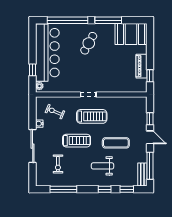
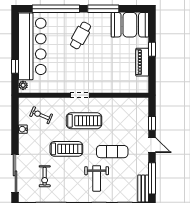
window: (150, 76) -> (152, 49), moved
sliding door: (33, 146) -> (15, 173), moved
weight bench: (102, 166) -> (97, 178), turned -90

